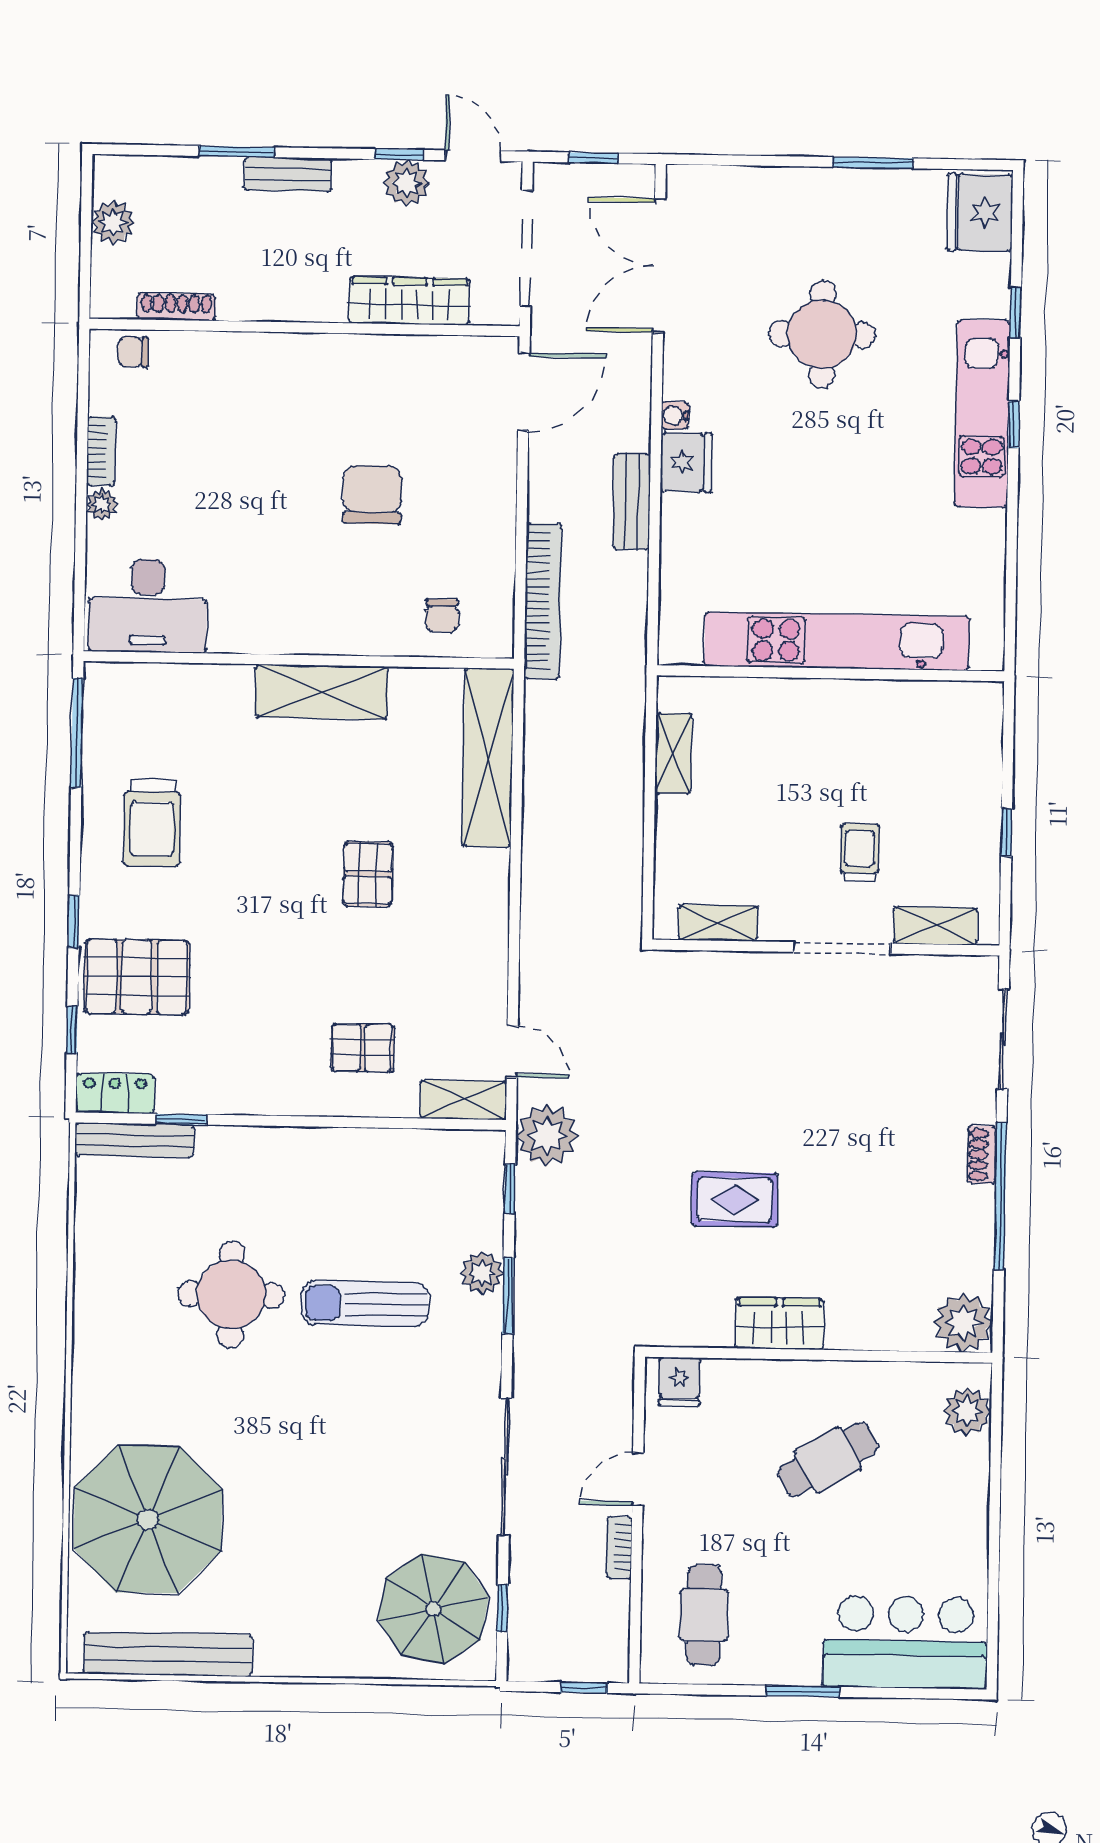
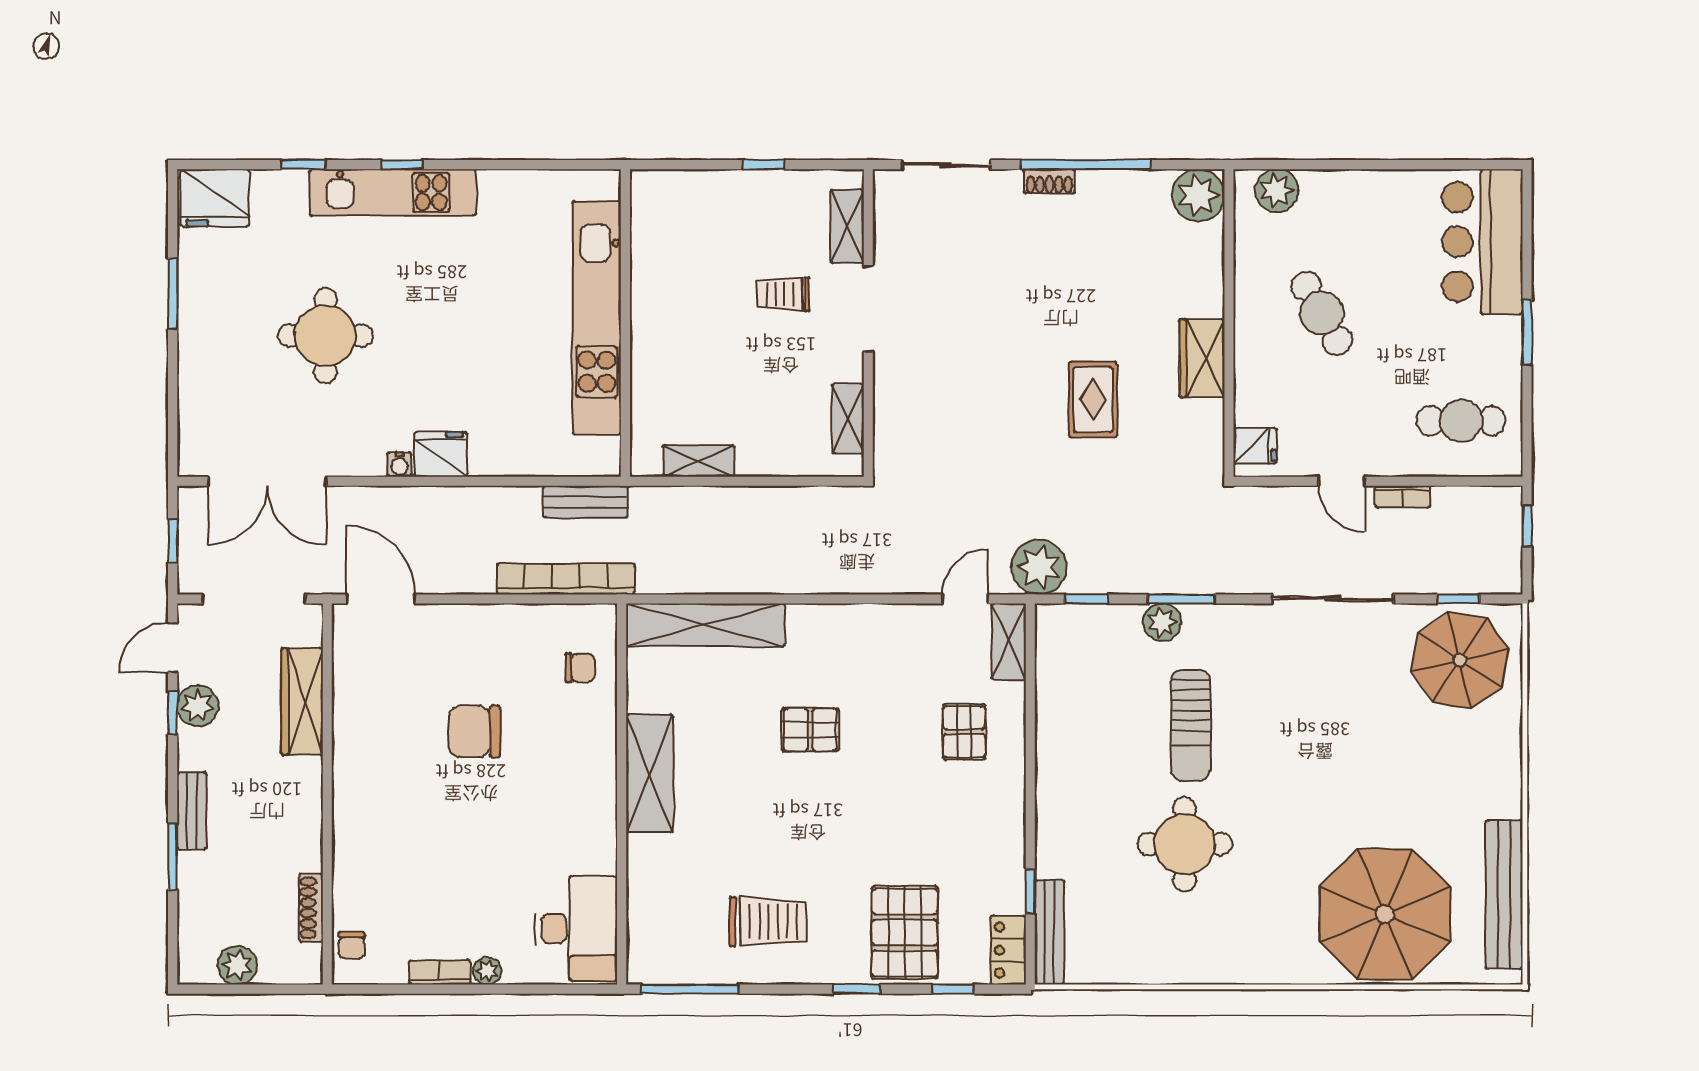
bench: (632, 502) -> (585, 502), moved

